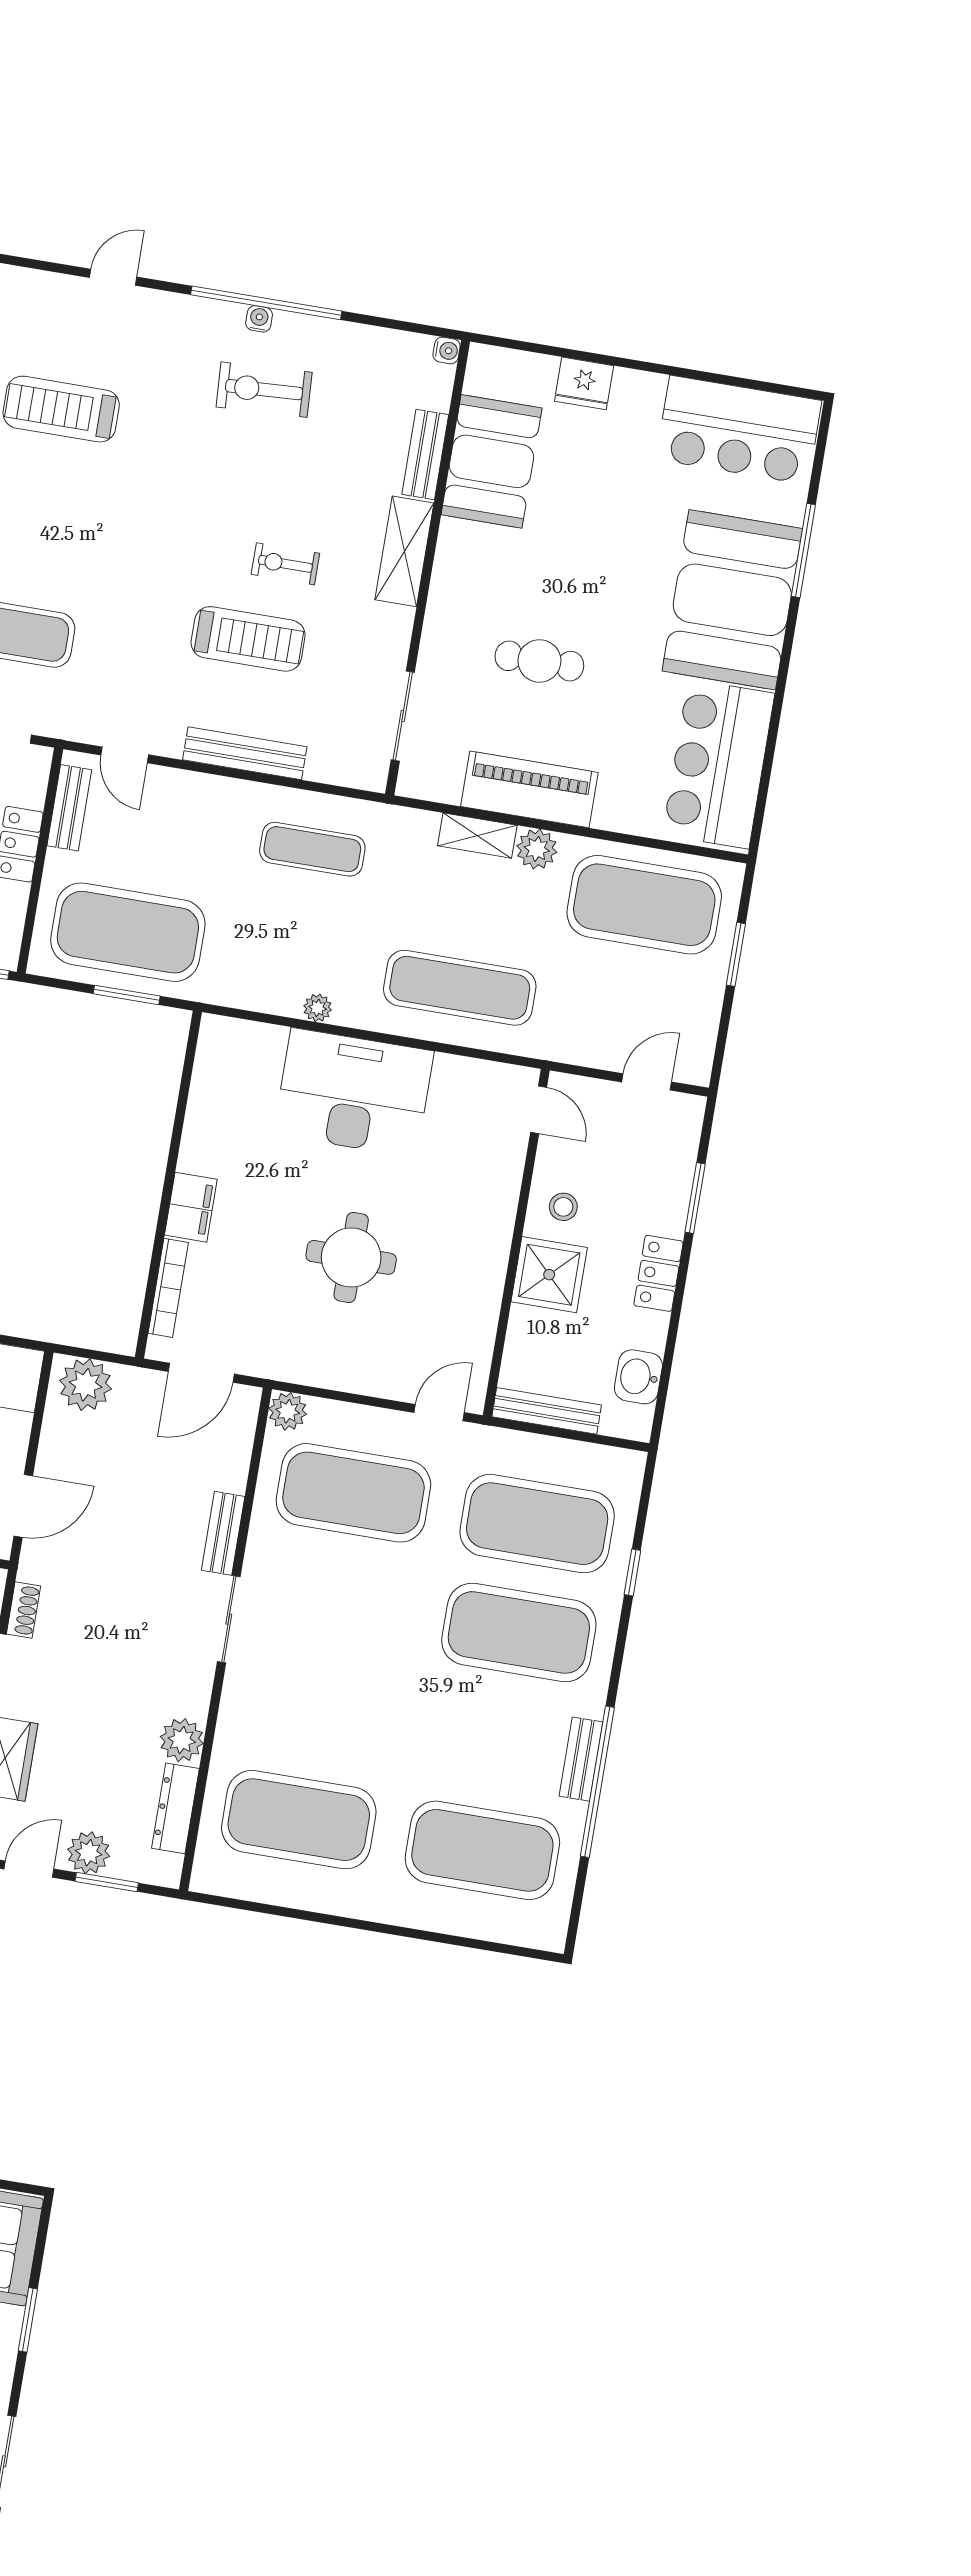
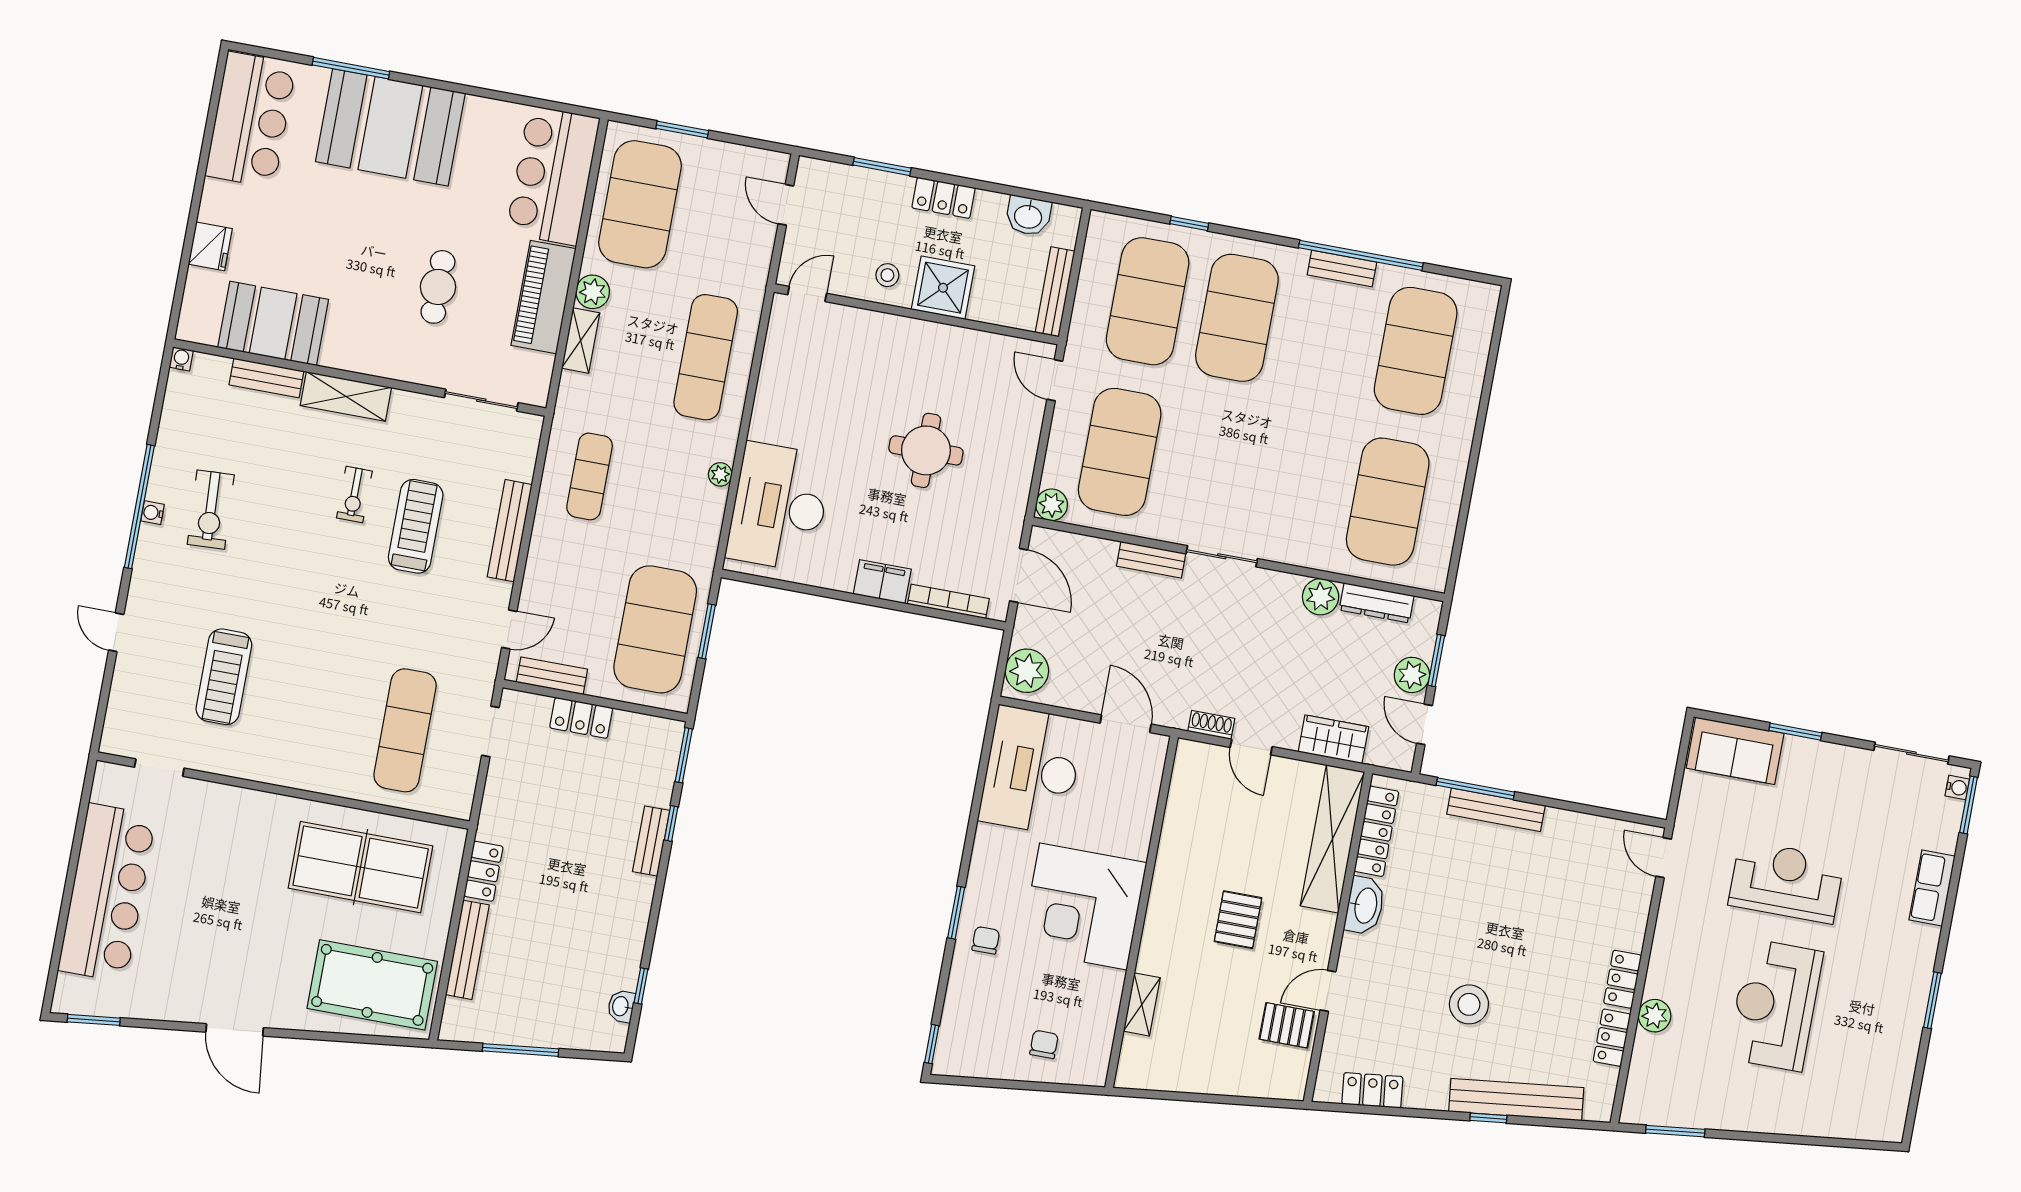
bar counter: (719, 764) -> (553, 176), moved, turned 90
desk: (354, 1093) -> (779, 507), moved

